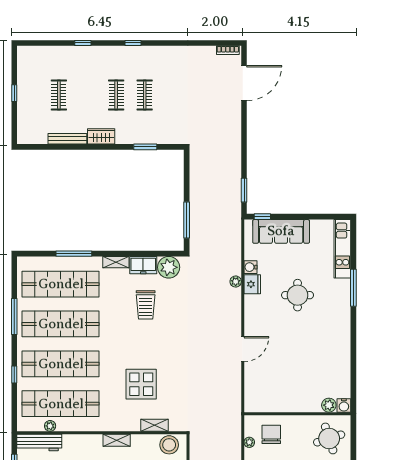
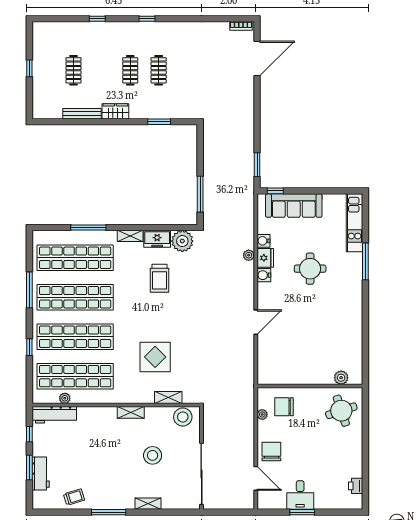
water cooler: (344, 405) -> (264, 275), moved, turned 90
chair: (271, 434) -> (284, 407), turned -90

